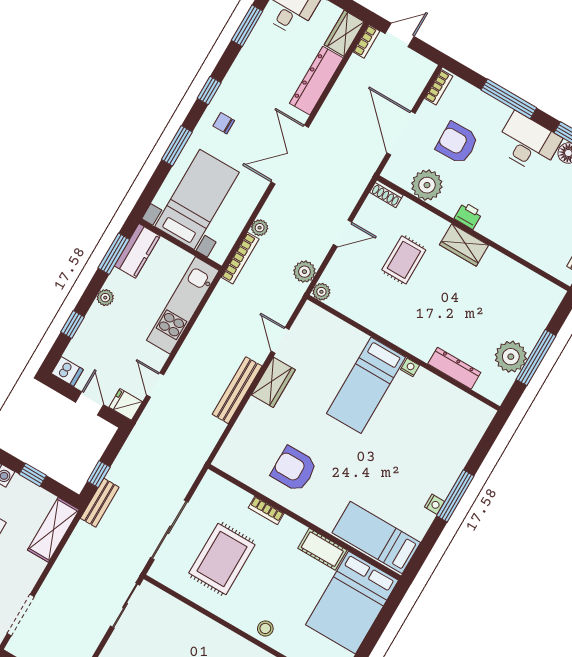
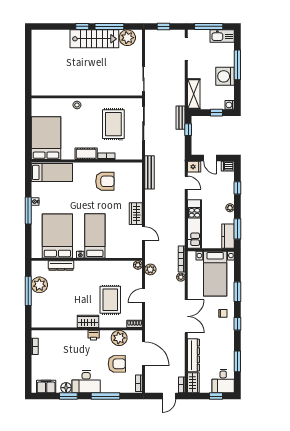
rug: (404, 260) -> (110, 300), width x1.36, depth x1.43
bench: (237, 390) -> (149, 172), moved
bed: (431, 423) -> (57, 236), added
cot: (322, 549) -> (86, 154), moved

